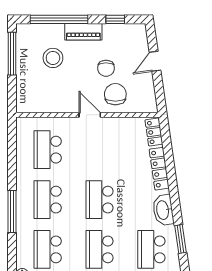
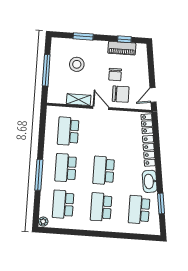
window: (59, 19) -> (83, 36), width x0.47
piano: (83, 32) -> (122, 48), moved
window: (12, 54) -> (46, 70), moved
door: (155, 61) -> (153, 95), moved
chair: (115, 94) -> (121, 94), turned 90
shelving: (59, 106) -> (79, 100), added

